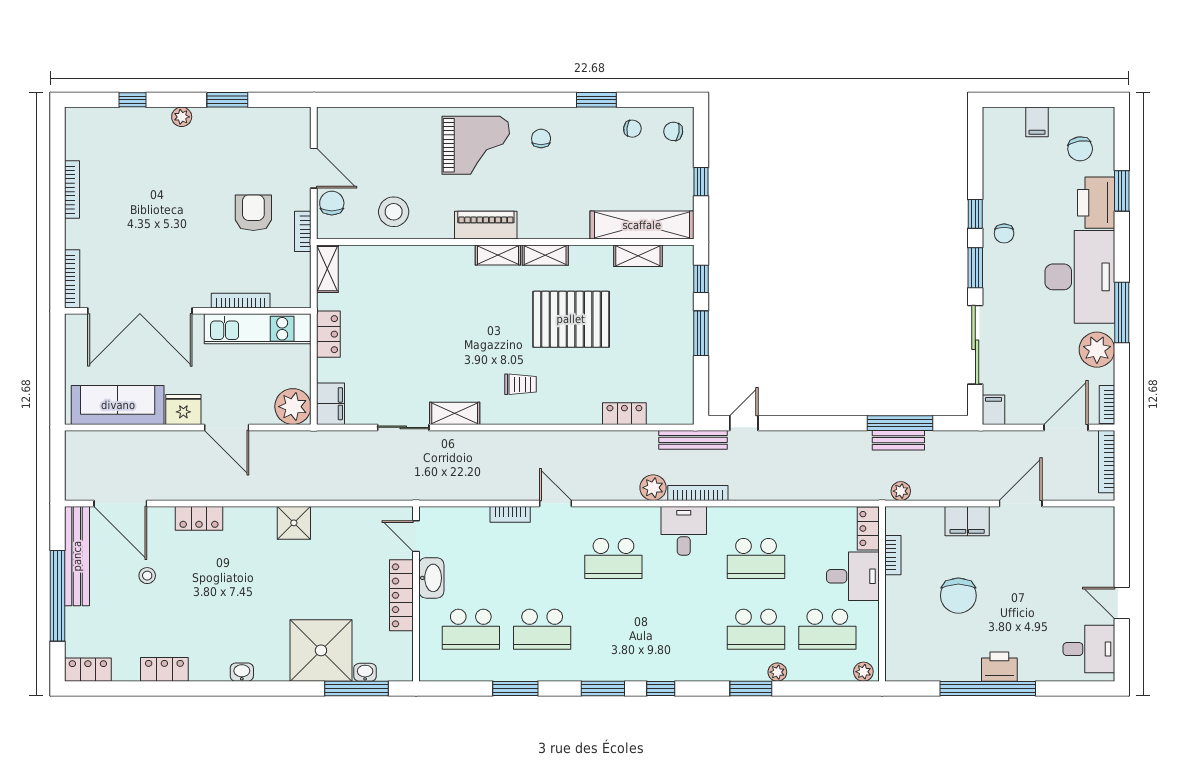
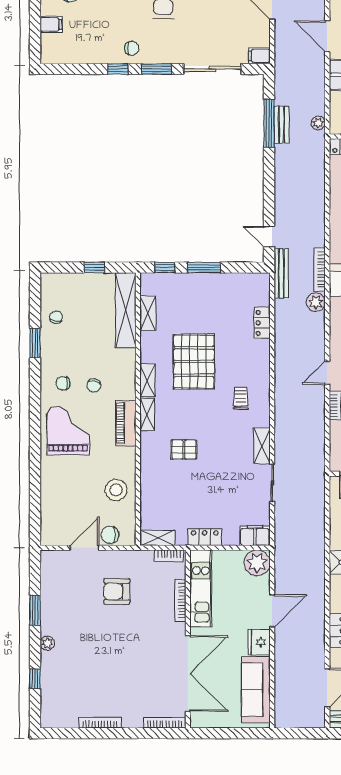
chair: (673, 131) -> (94, 386), moved
bookcase: (303, 231) -> (169, 556), moved
pallet: (450, 305) -> (184, 450), added

